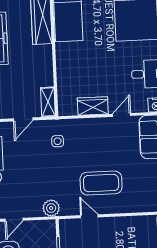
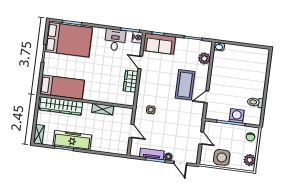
shelving: (48, 102) -> (103, 109), moved
plant: (51, 208) -> (204, 58), moved
door: (14, 220) -> (201, 138), moved

